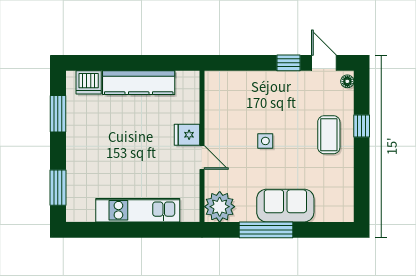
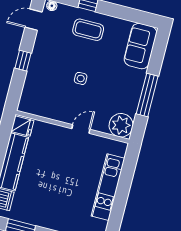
window: (289, 63) -> (23, 61), moved
fridge: (187, 135) -> (22, 126), moved, turned -90
sofa: (285, 206) -> (140, 46), moved

